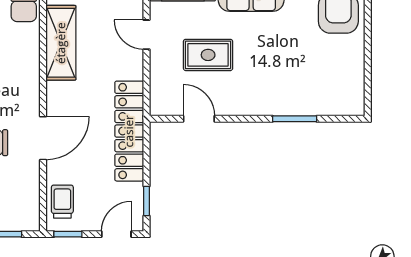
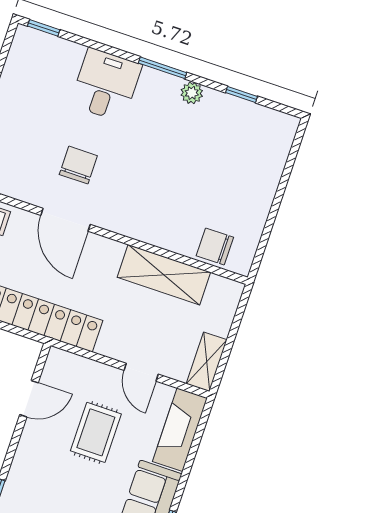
door: (147, 35) -> (141, 372), swing flipped

